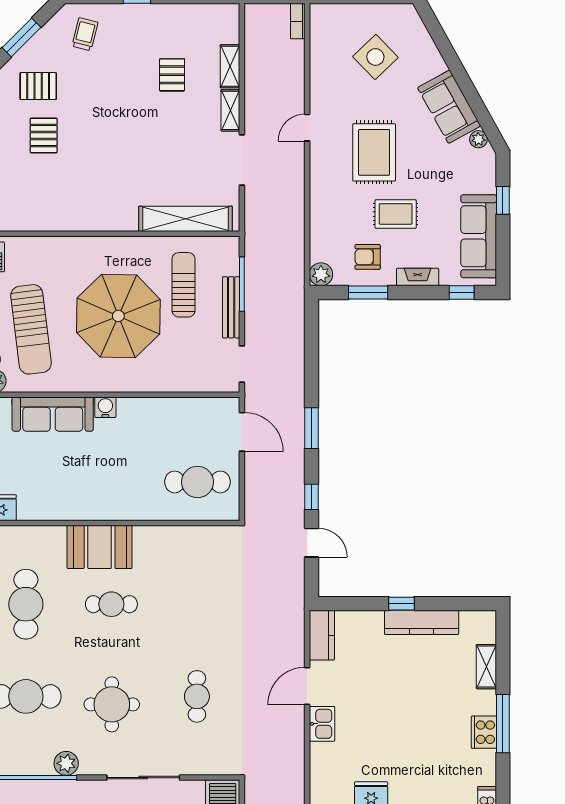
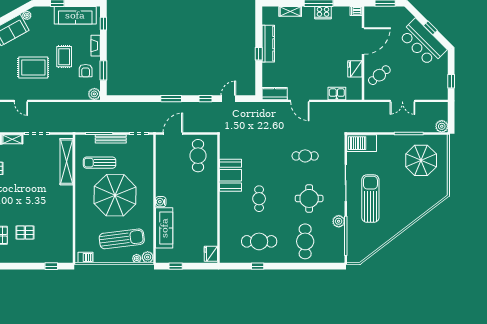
booth: (100, 547) -> (230, 175), moved
kitchen sink: (322, 724) -> (337, 93), moved

